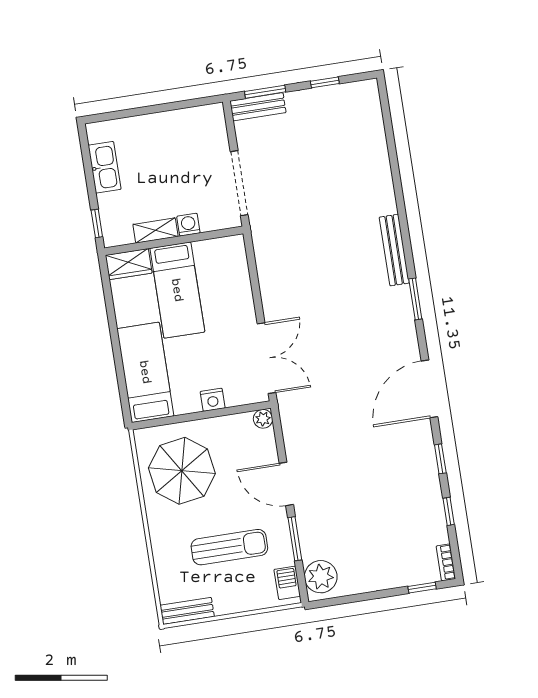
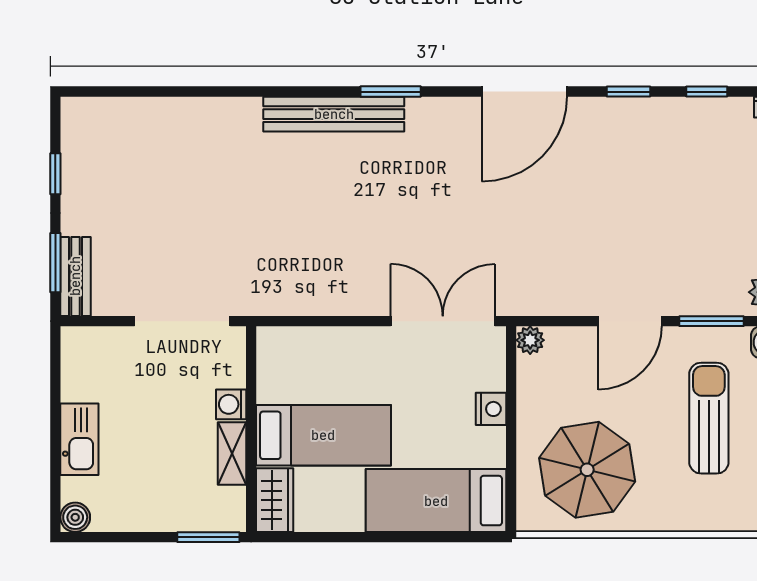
boiler: (96, 132) -> (75, 517), added
kitchen sink: (105, 167) -> (79, 439), moved, turned 90
window: (97, 223) -> (208, 537), width x1.50
bench: (394, 250) -> (334, 114), width x1.37, depth x1.21
door: (429, 389) -> (524, 92), hinge flipped

